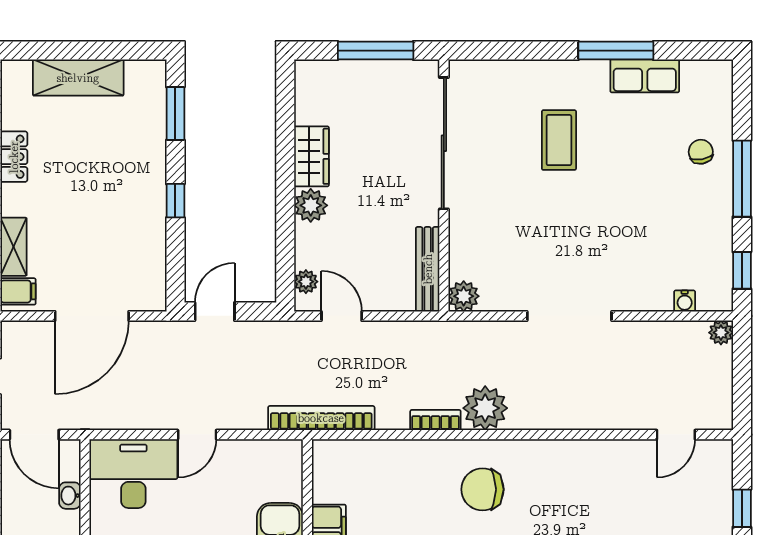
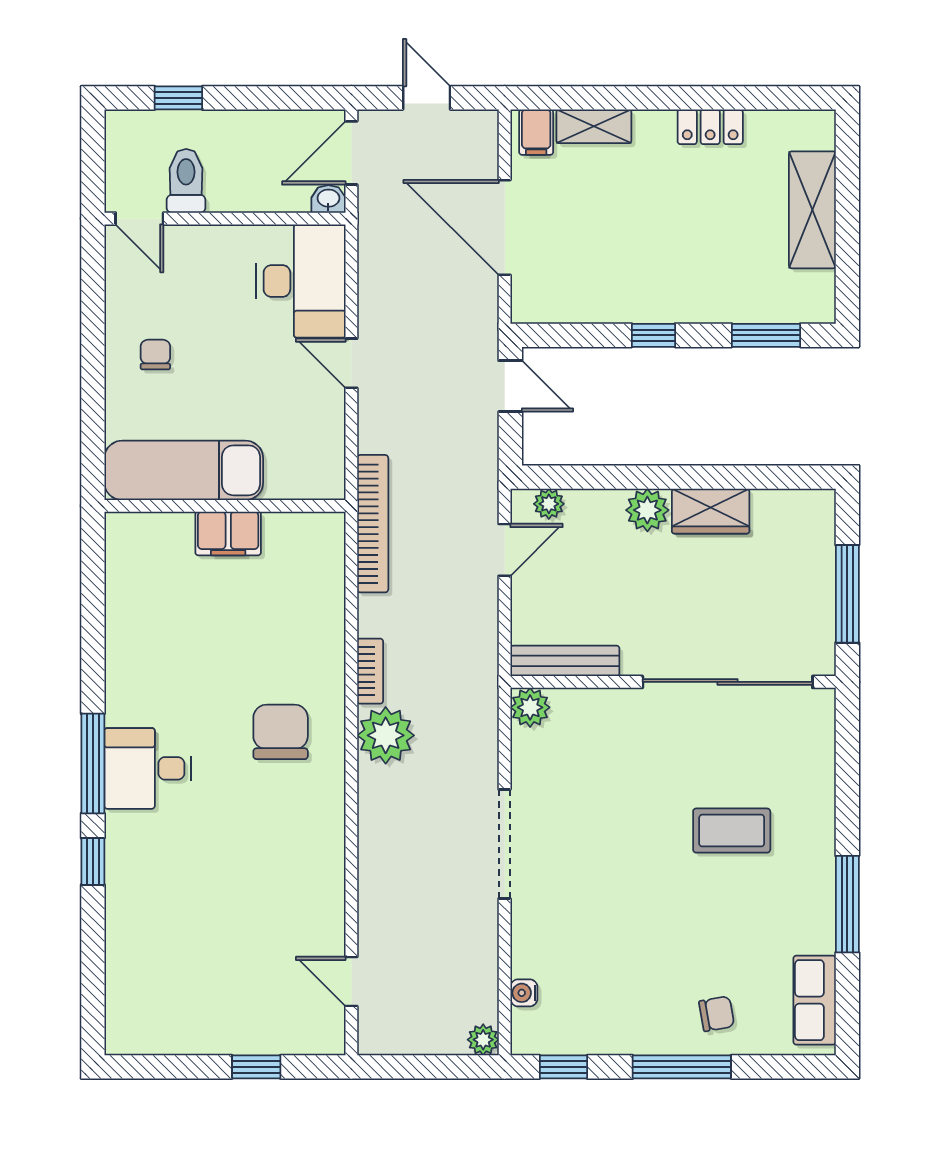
row of seats: (645, 76) -> (815, 1000), moved
washbasin: (70, 496) -> (328, 199), moved

